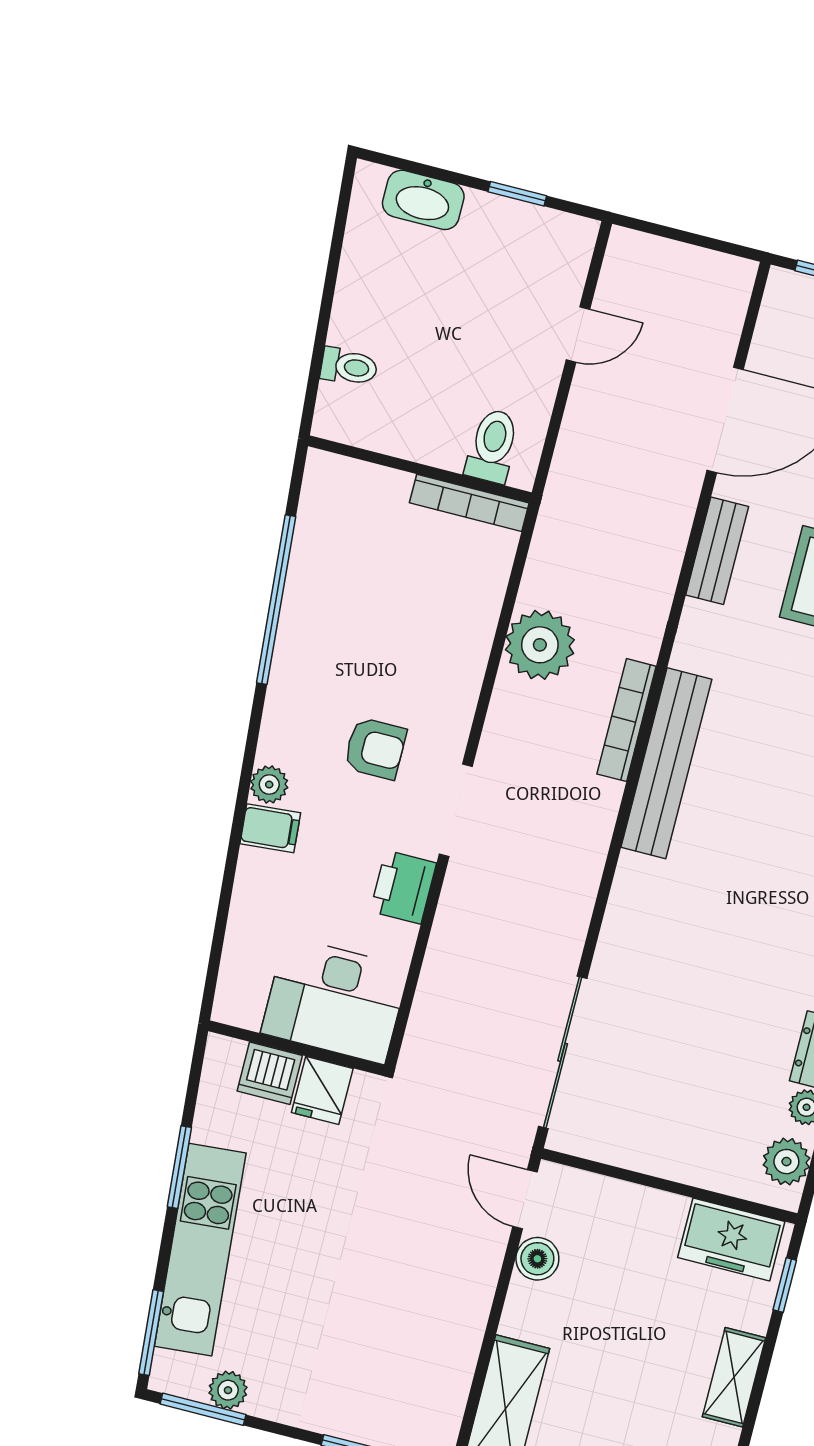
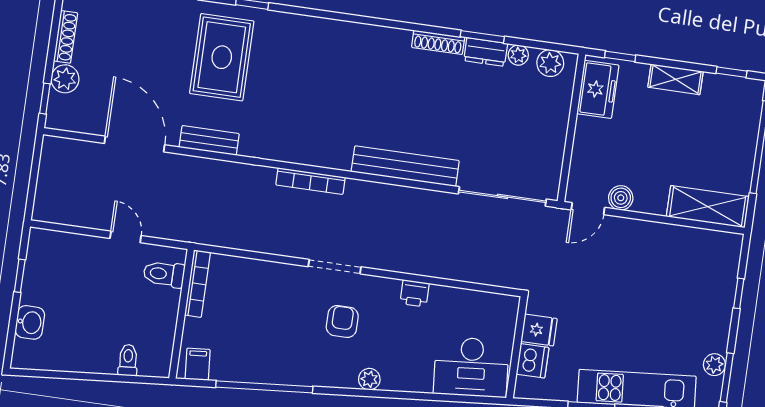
washbasin: (423, 200) -> (30, 322), width x0.72
door: (578, 334) -> (126, 237), moved
plant: (540, 645) -> (273, 235), removed
bench: (666, 763) -> (405, 166), moved
doorway: (456, 810) -> (335, 267), moved
filing cabinet: (270, 828) -> (198, 364), moved
printer: (403, 887) -> (415, 293), width x0.73, depth x0.81
desk: (335, 1000) -> (471, 367), moved, turned 85

